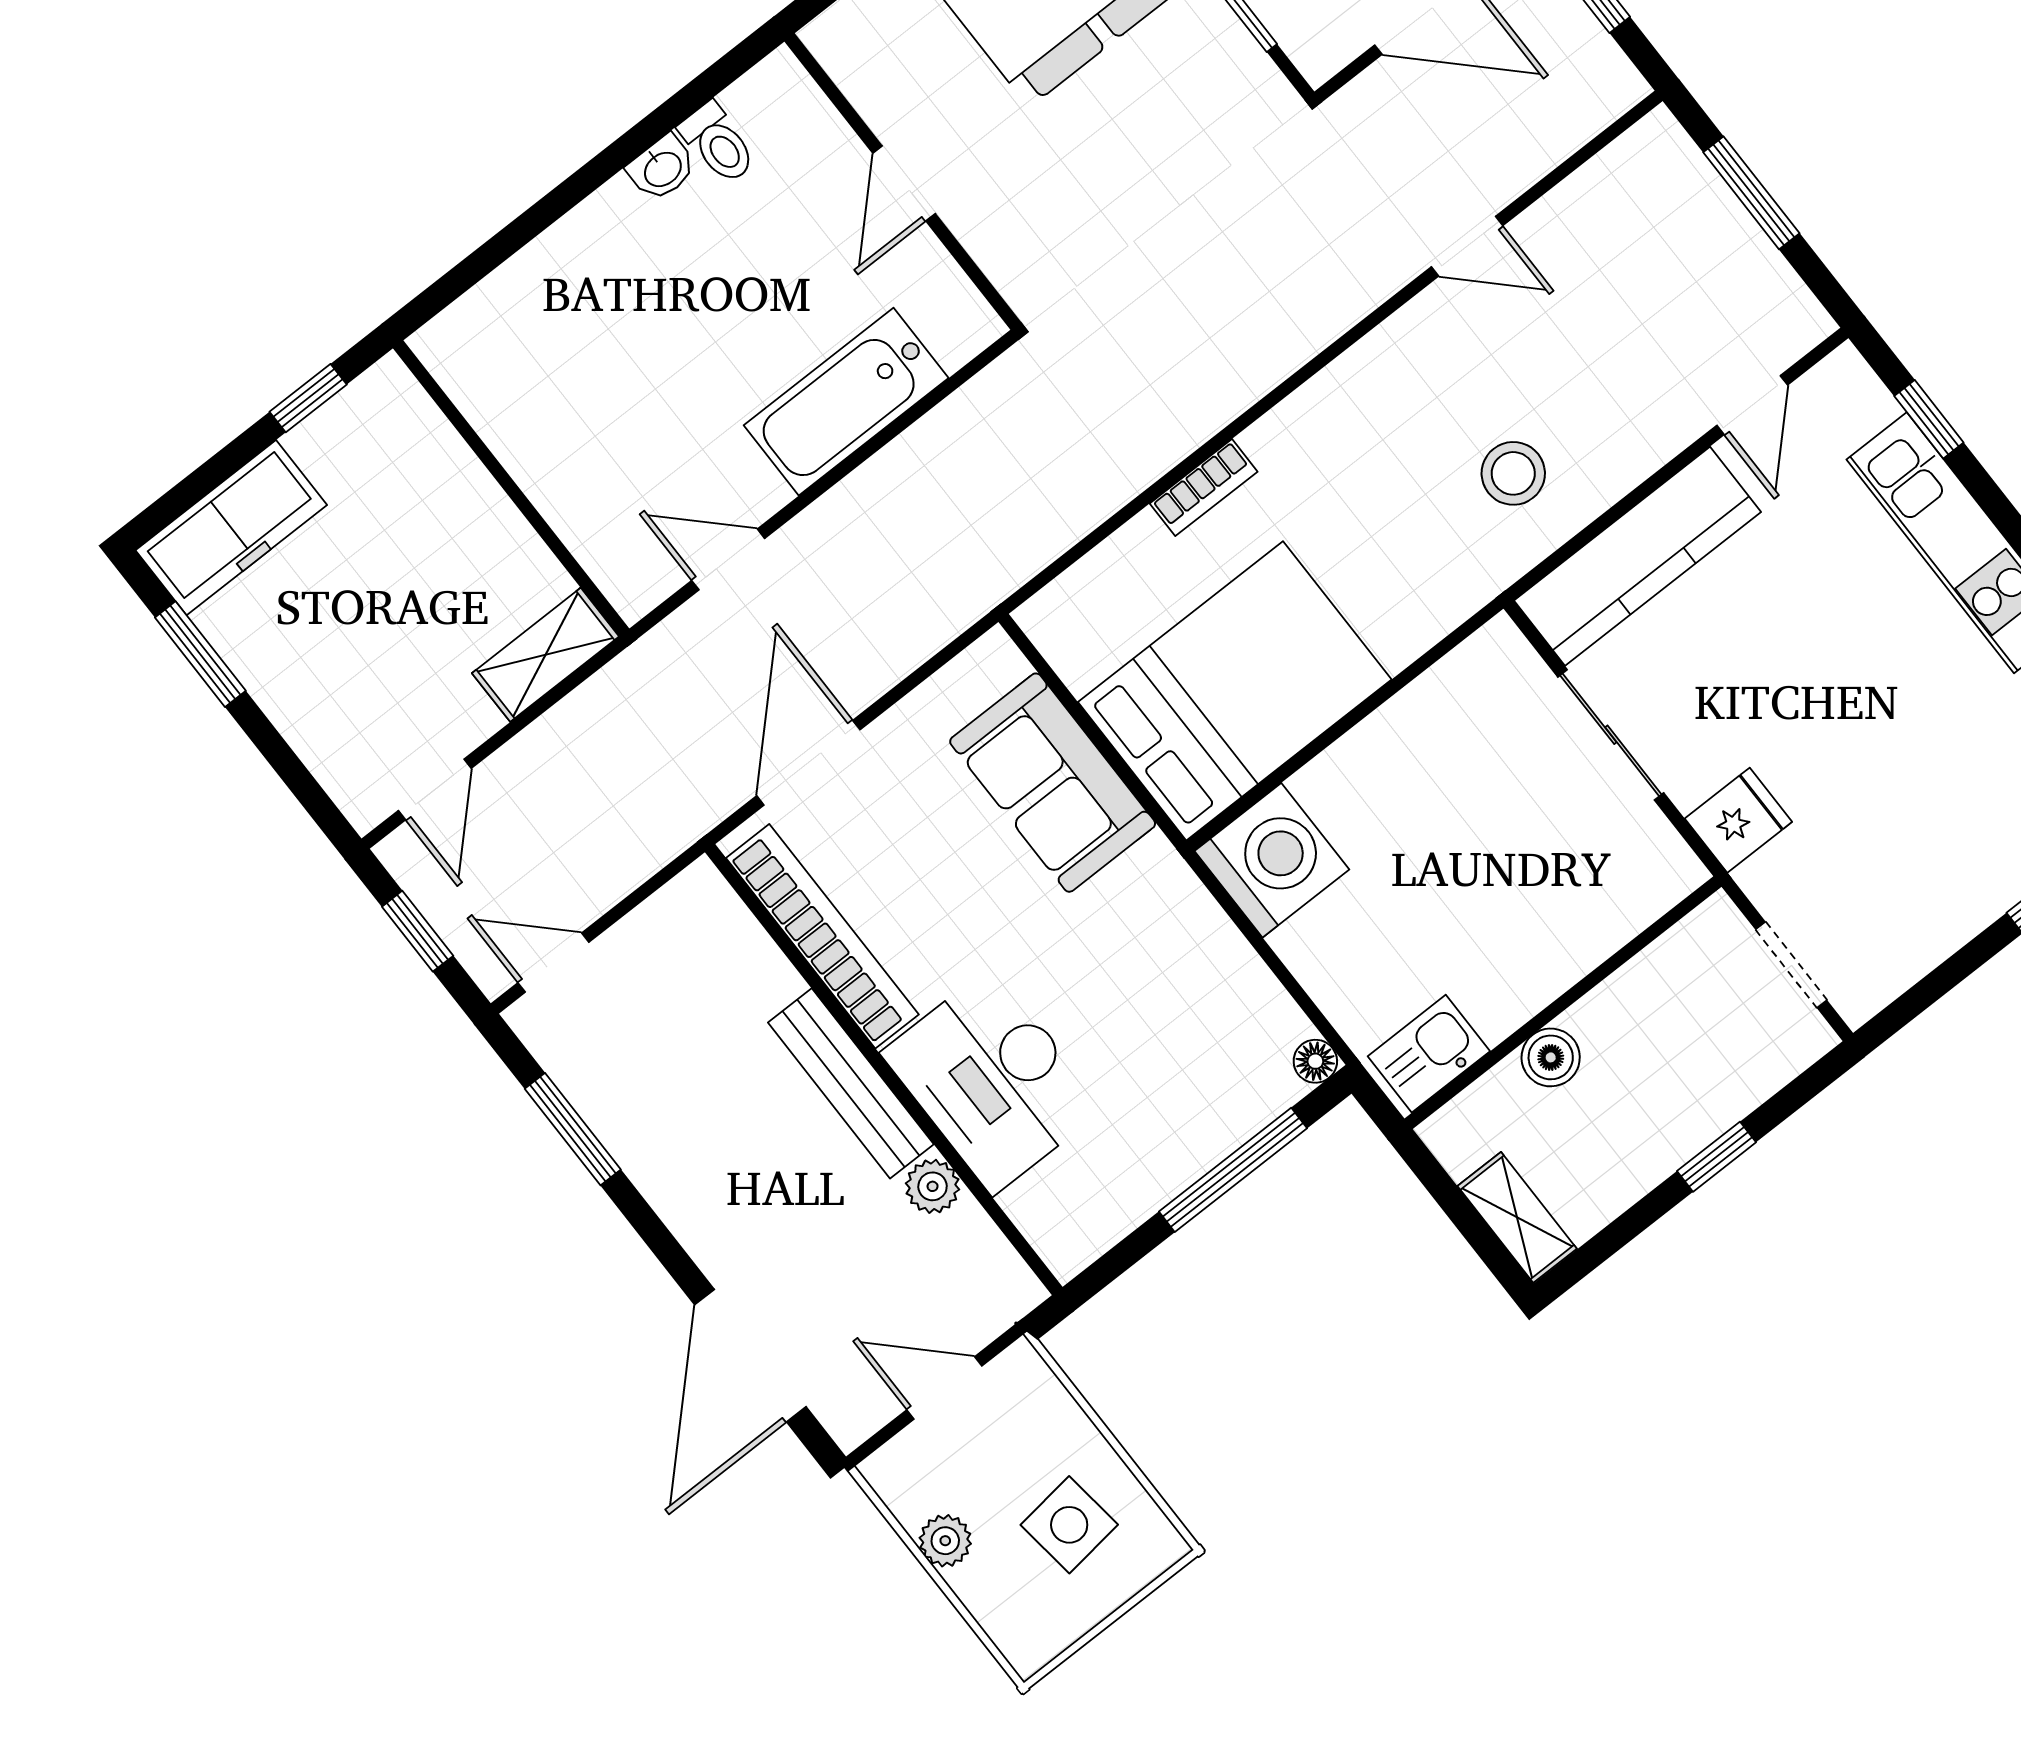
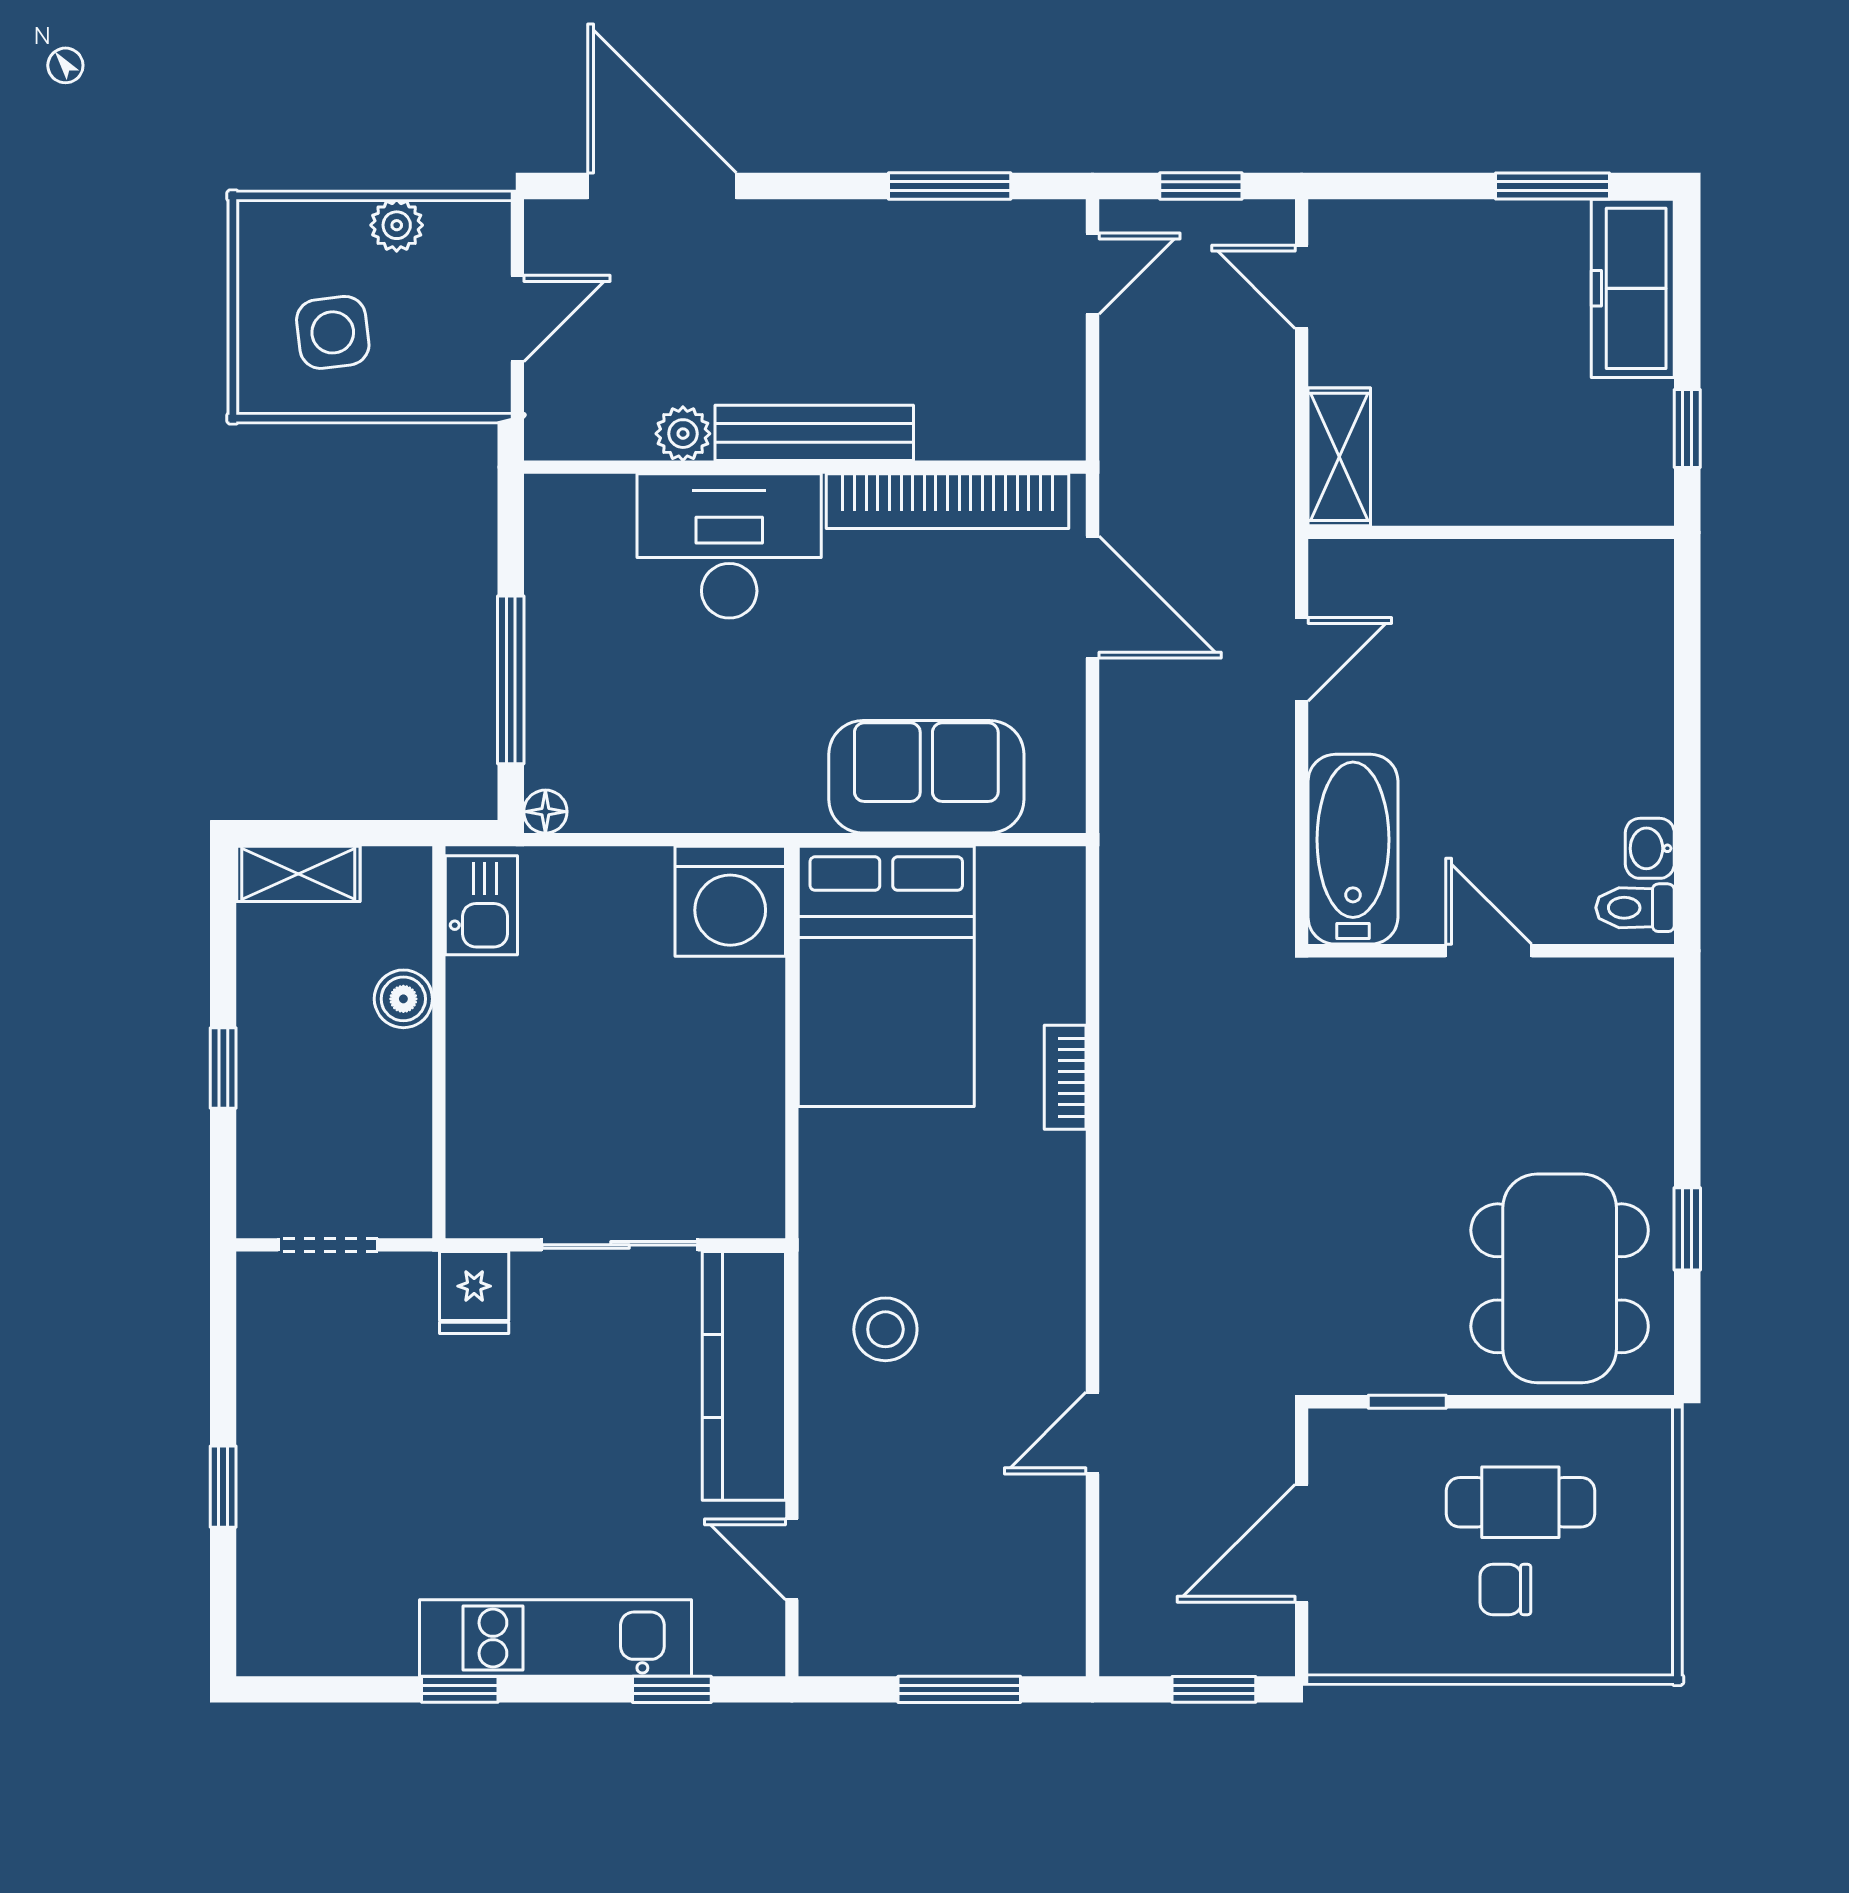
wall: (903, 182) -> (1491, 951), moved
door: (904, 184) -> (1489, 951), moved

